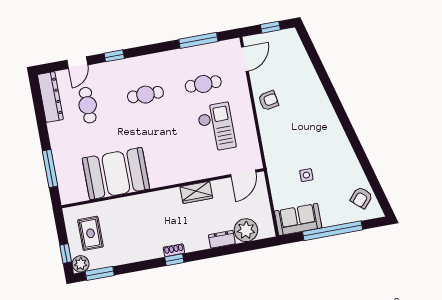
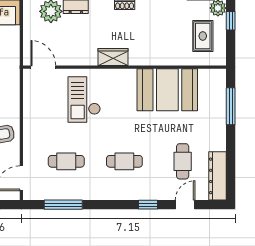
checkout: (216, 127) -> (84, 100), moved
door: (243, 173) -> (43, 67), hinge flipped
wardrobe: (196, 192) -> (113, 57), moved

